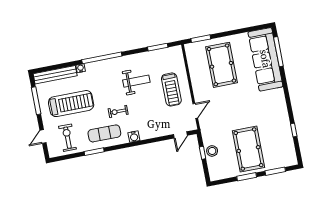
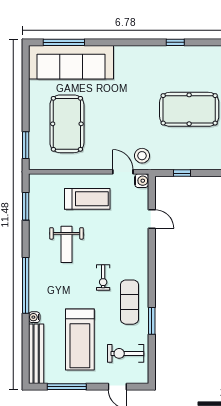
pool table: (221, 65) -> (67, 124), turned 90
weight bench: (136, 81) -> (67, 244), turned 180
treadmill: (71, 104) -> (80, 340), turned 180
door: (180, 135) -> (152, 219), moved
water cooler: (134, 137) -> (142, 181), moved
stool: (212, 151) -> (142, 156), moved

